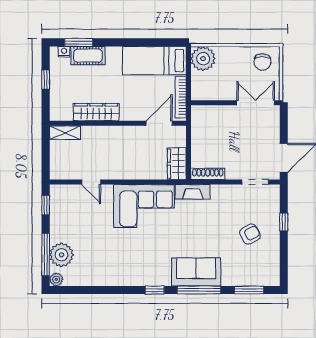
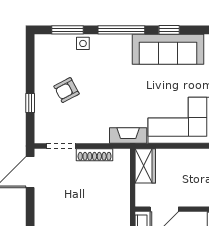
shoe rack: (208, 174) -> (95, 155), moved
sofa: (196, 272) -> (168, 49), moved, width x1.36
side table: (235, 277) -> (83, 43), added

